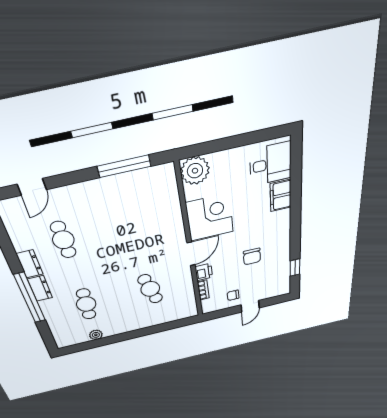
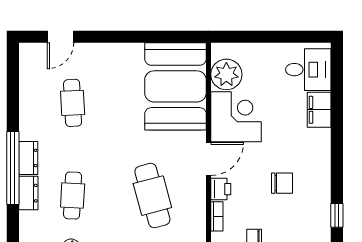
window: (124, 166) -> (155, 37), removed
plant: (195, 171) -> (226, 74), moved
booth: (152, 206) -> (175, 86), added
chair: (252, 257) -> (282, 183), turned -90
dresser: (30, 264) -> (28, 193), moved
cafe table: (150, 289) -> (152, 196), width x1.37, depth x1.35

